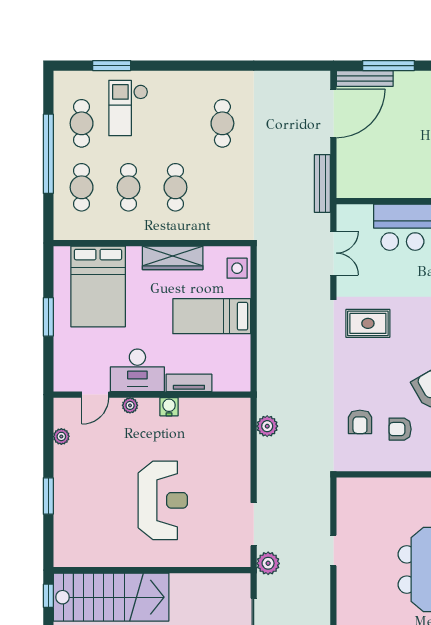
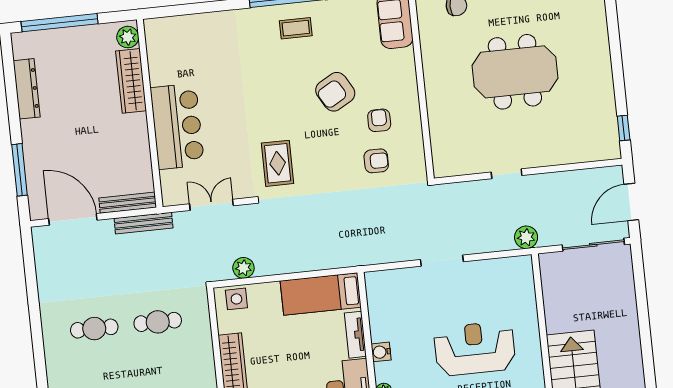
bench: (365, 79) -> (128, 203), moved, turned 90
cafe table: (175, 187) -> (158, 322), moved
bed: (212, 316) -> (321, 294), moved, turned 90
plant: (267, 426) -> (243, 268), moved
armchair: (400, 429) -> (379, 120), turned 180
doorway: (254, 524) -> (442, 261), moved

